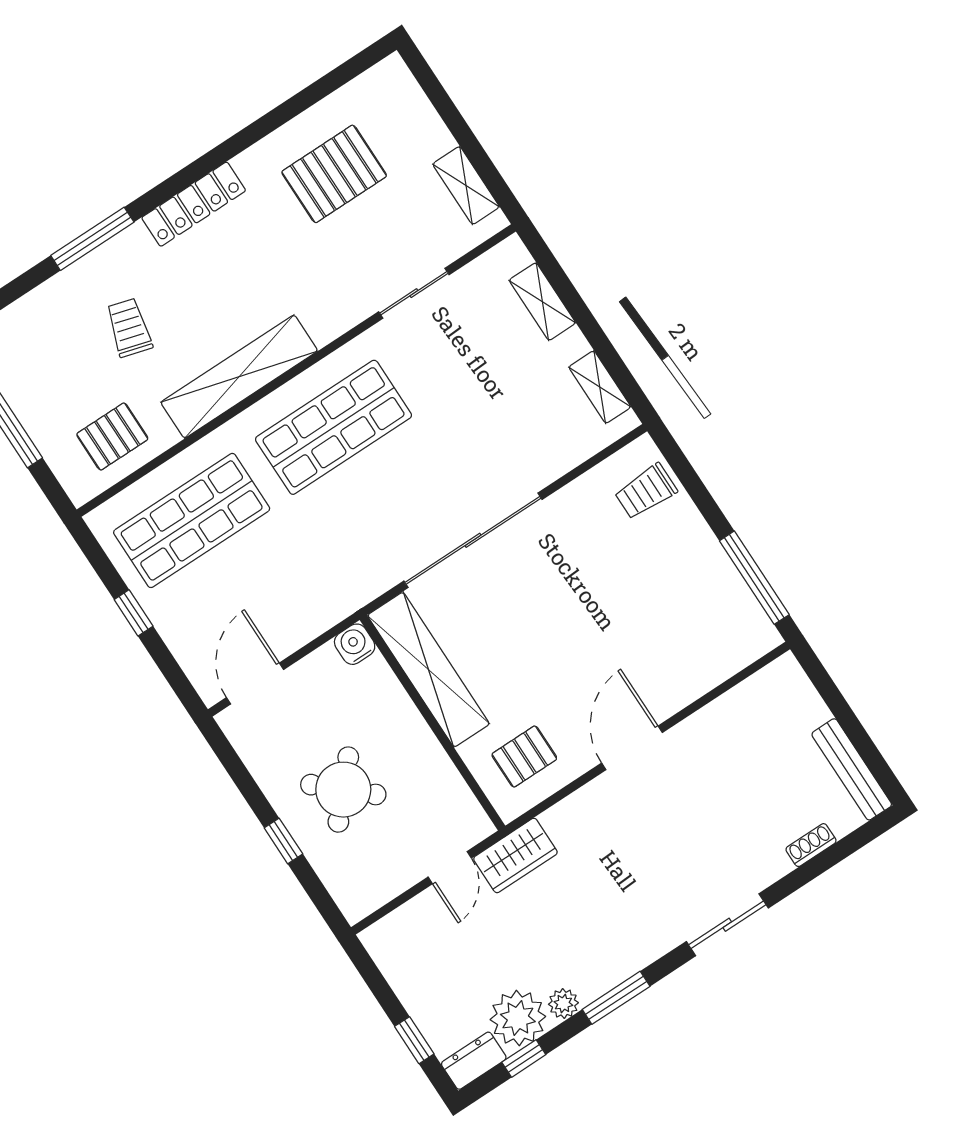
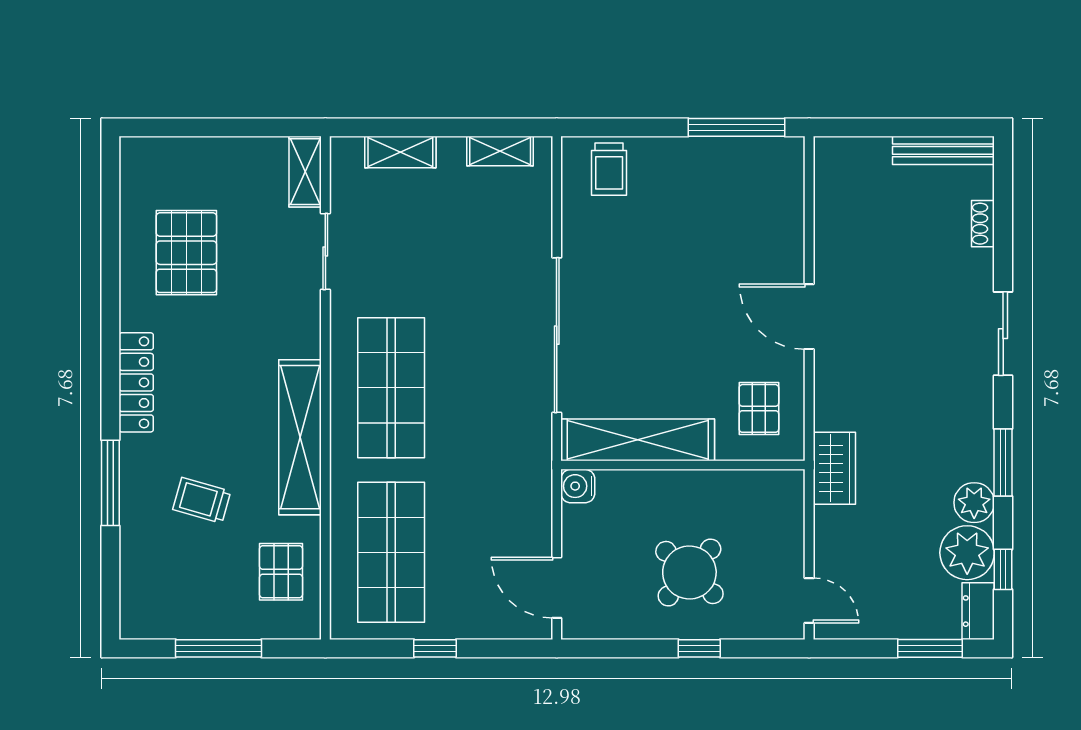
shelving: (466, 185) -> (305, 172), moved, turned 90
door: (450, 868) -> (809, 600), moved
plant: (563, 1004) -> (974, 503), width x1.38, depth x1.38
window: (414, 1040) -> (930, 648), width x1.50

